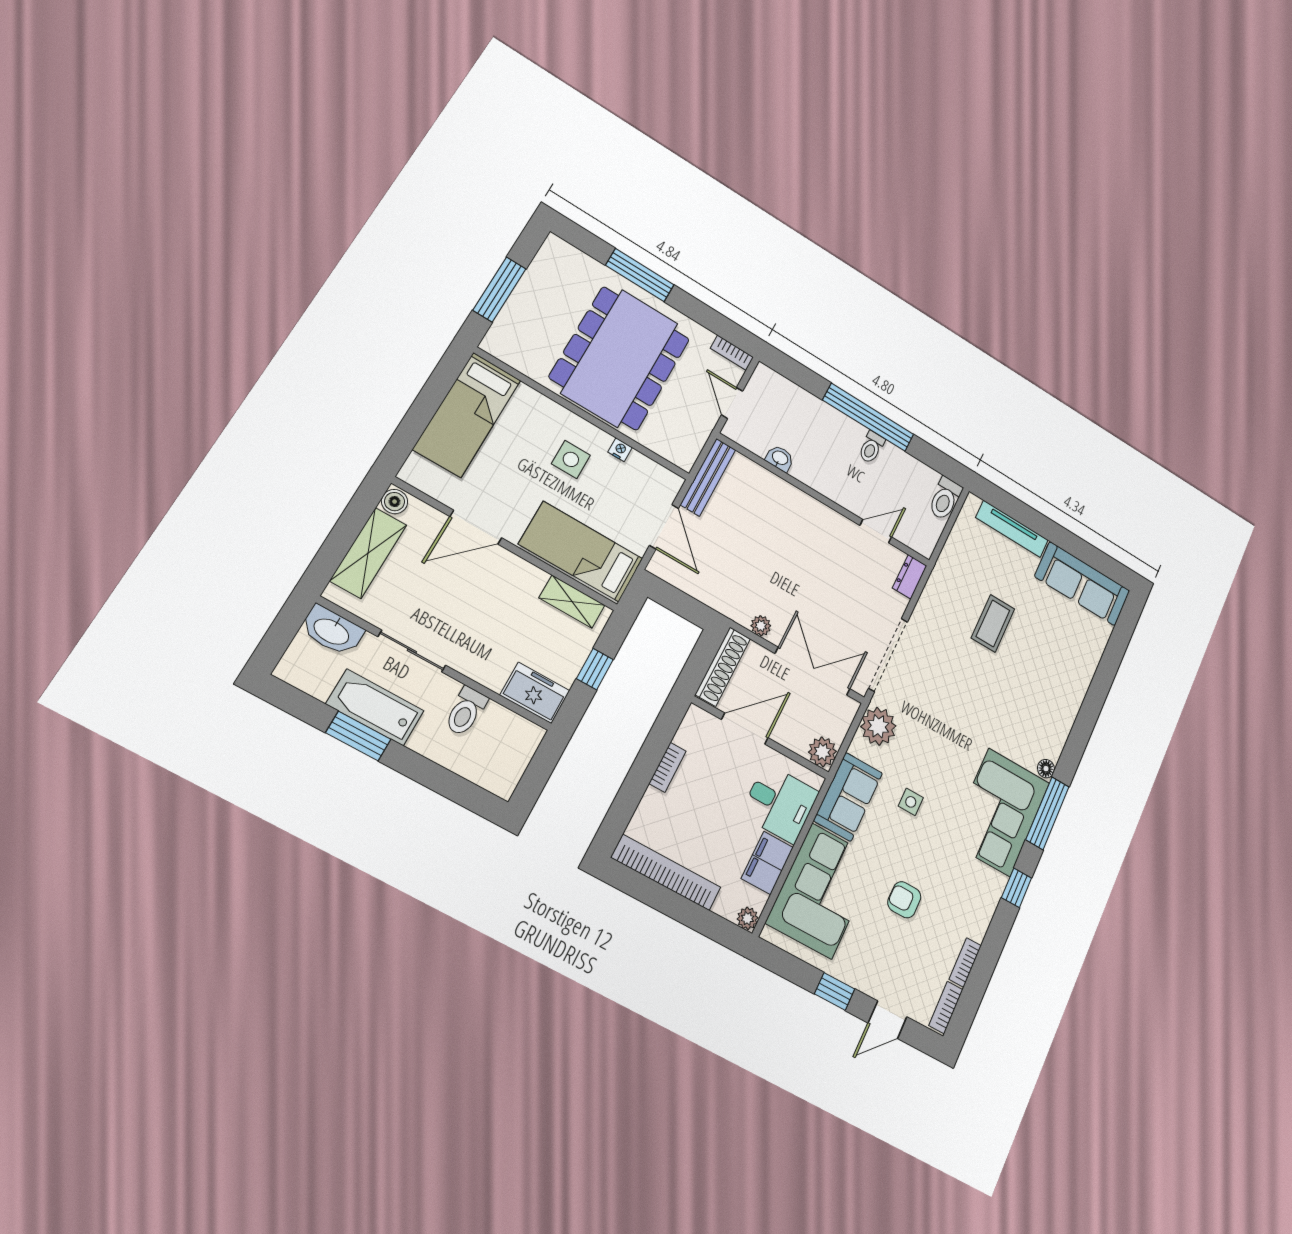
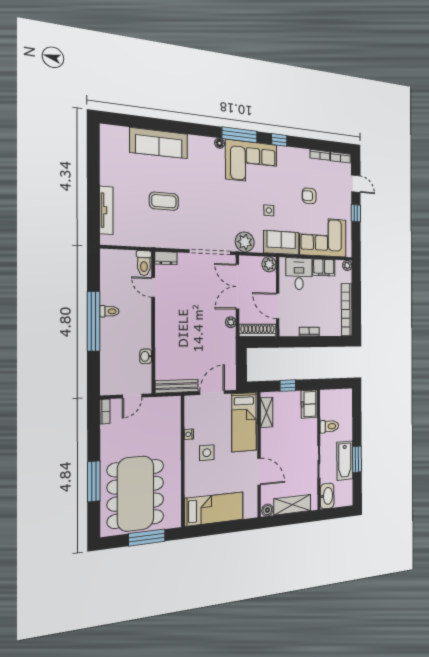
dining table: (620, 358) -> (136, 494), moved, turned 90
toilet: (945, 499) -> (144, 263), moved, turned 90
sofa: (1082, 584) -> (159, 143), moved, turned 90
armchair: (904, 900) -> (309, 196), turned 90

